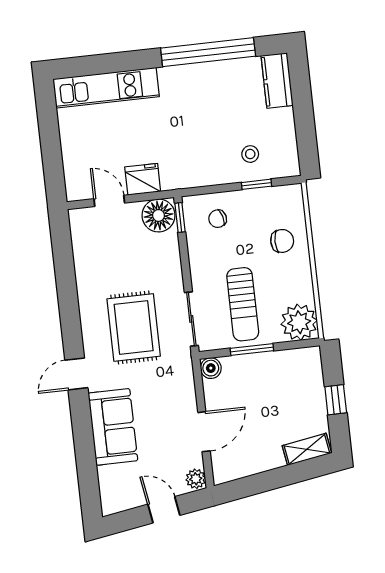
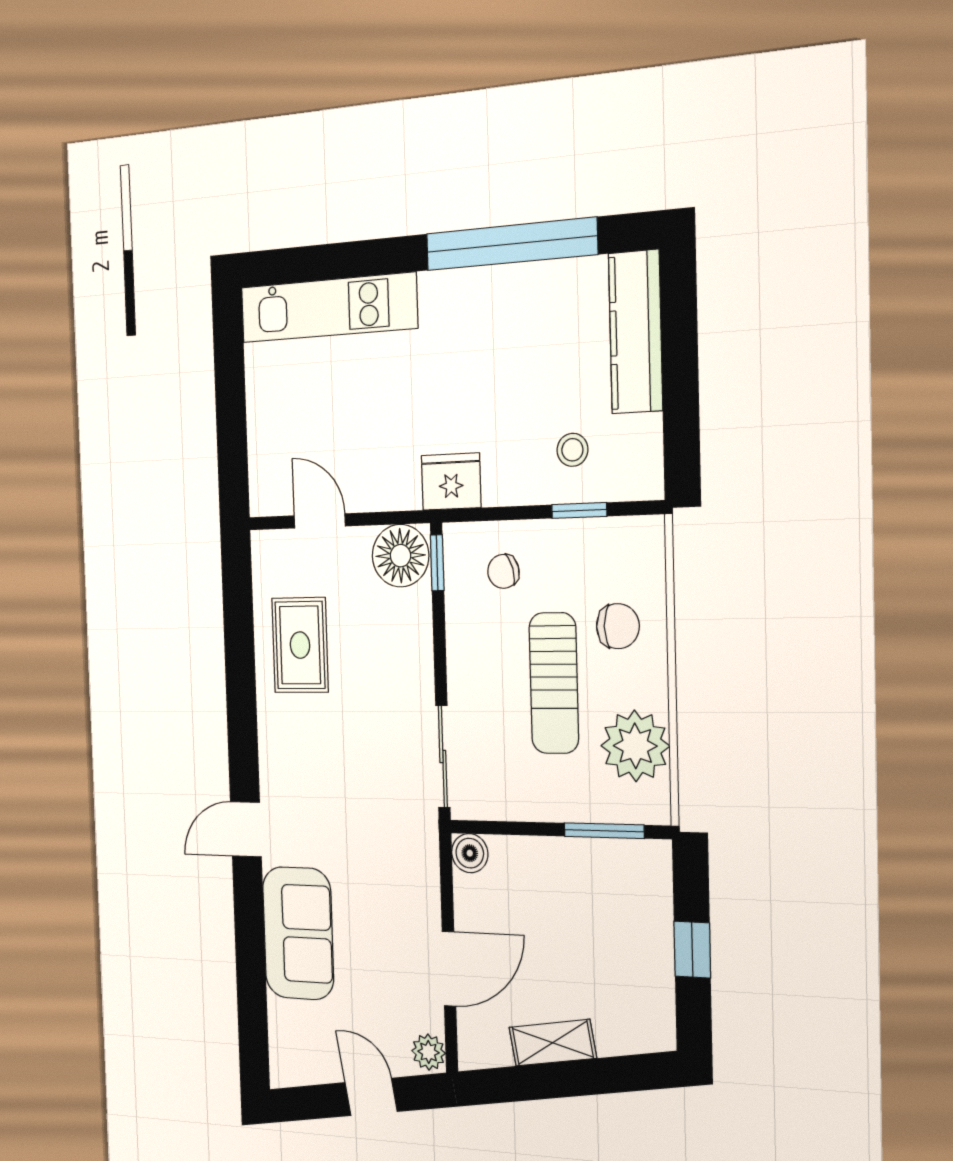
kitchen counter: (277, 81) -> (636, 332), width x1.50
fridge: (143, 179) -> (451, 482), moved
sun lounger: (243, 304) -> (554, 683), moved
plant: (299, 322) -> (635, 746), moved
rug: (134, 328) -> (300, 645), moved, width x0.73, depth x0.70
window: (252, 350) -> (604, 831), moved
shelving: (307, 449) -> (553, 1043), moved

